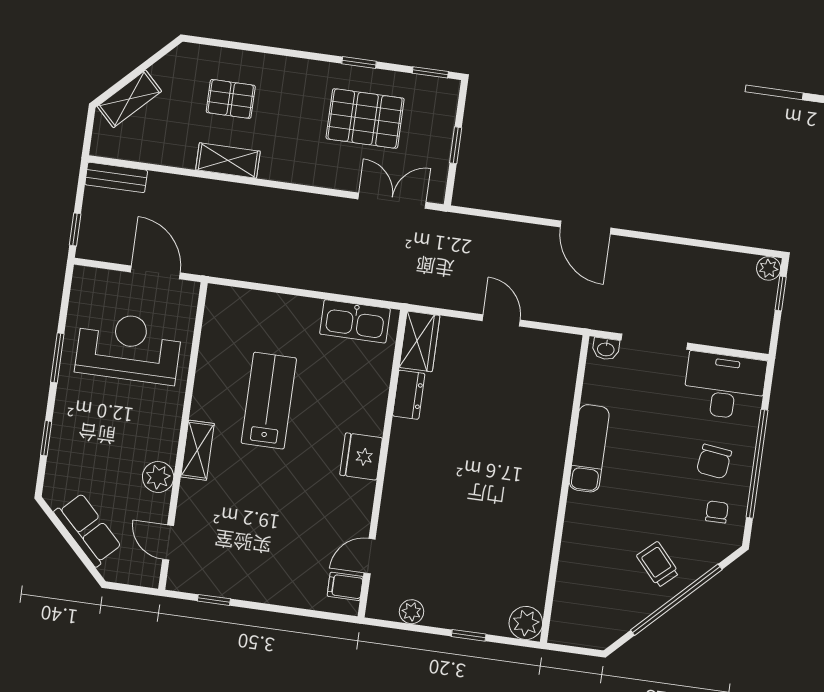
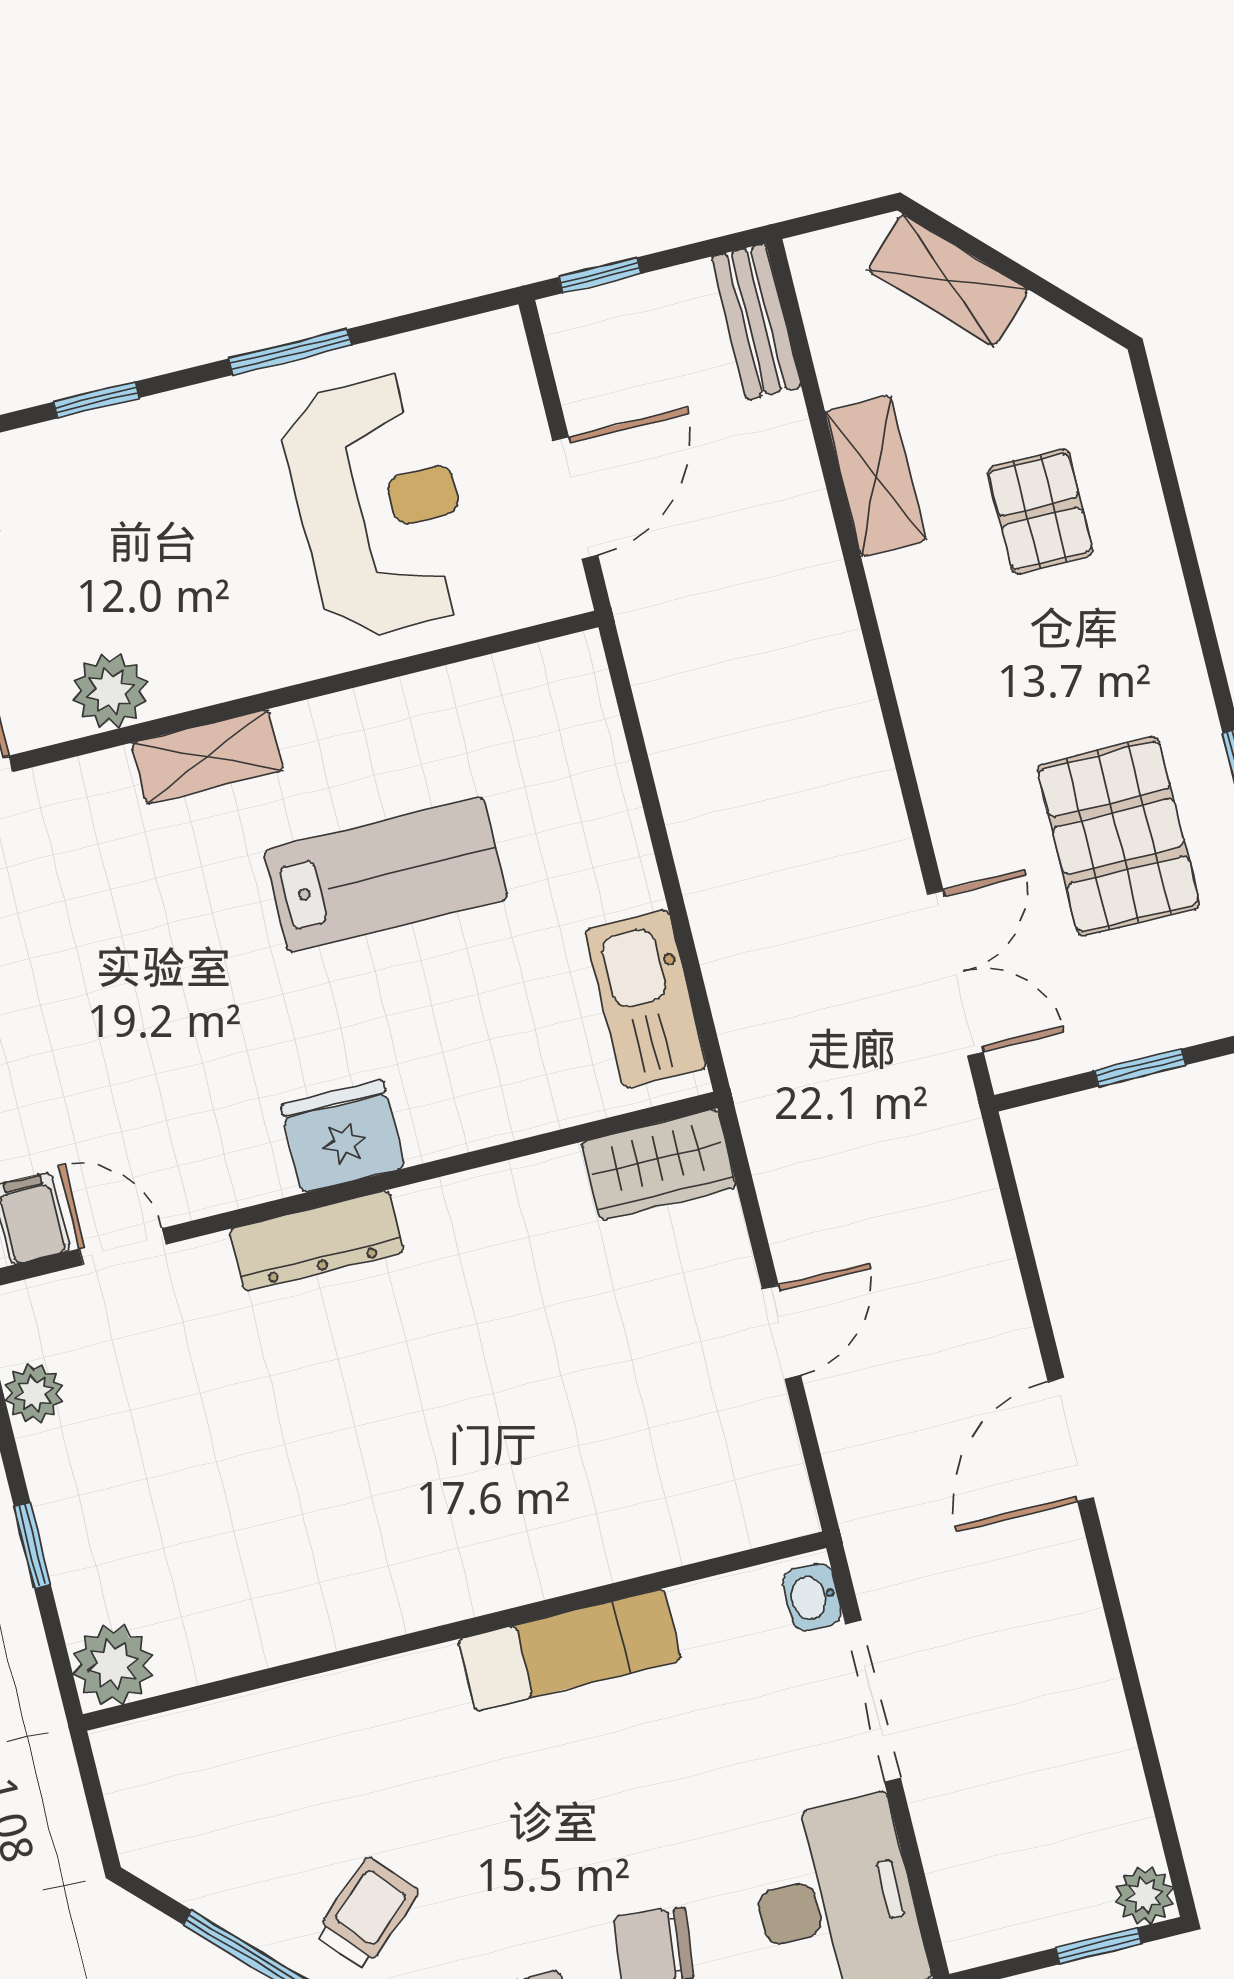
shelving: (228, 160) -> (876, 476), moved
dresser: (409, 395) -> (316, 1241), moved, width x1.44

